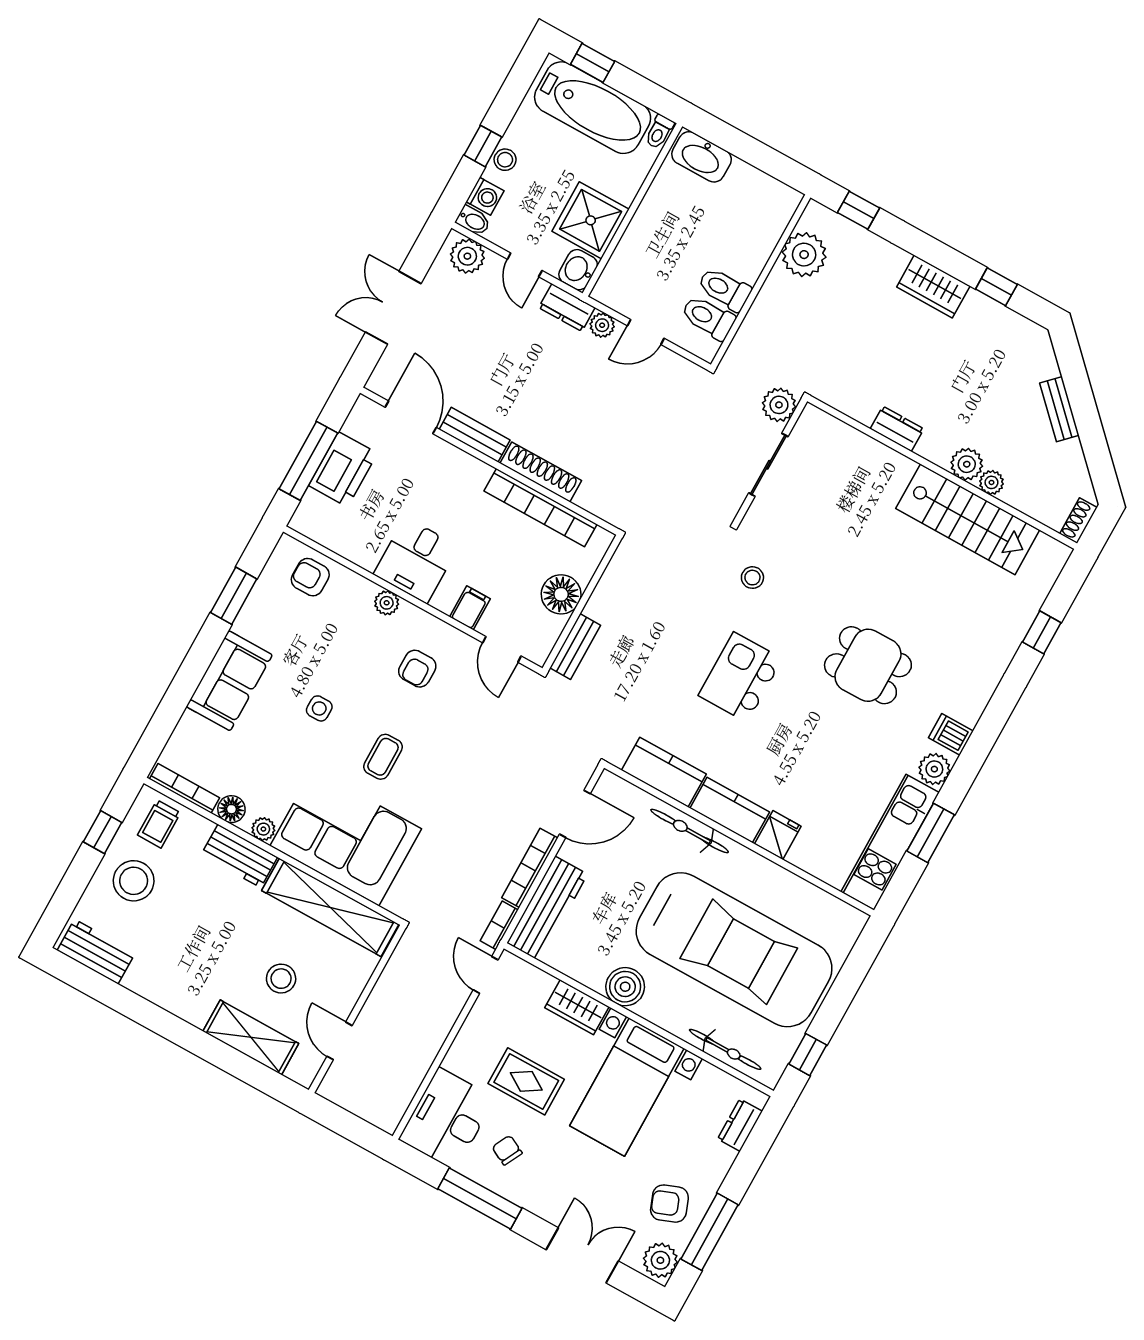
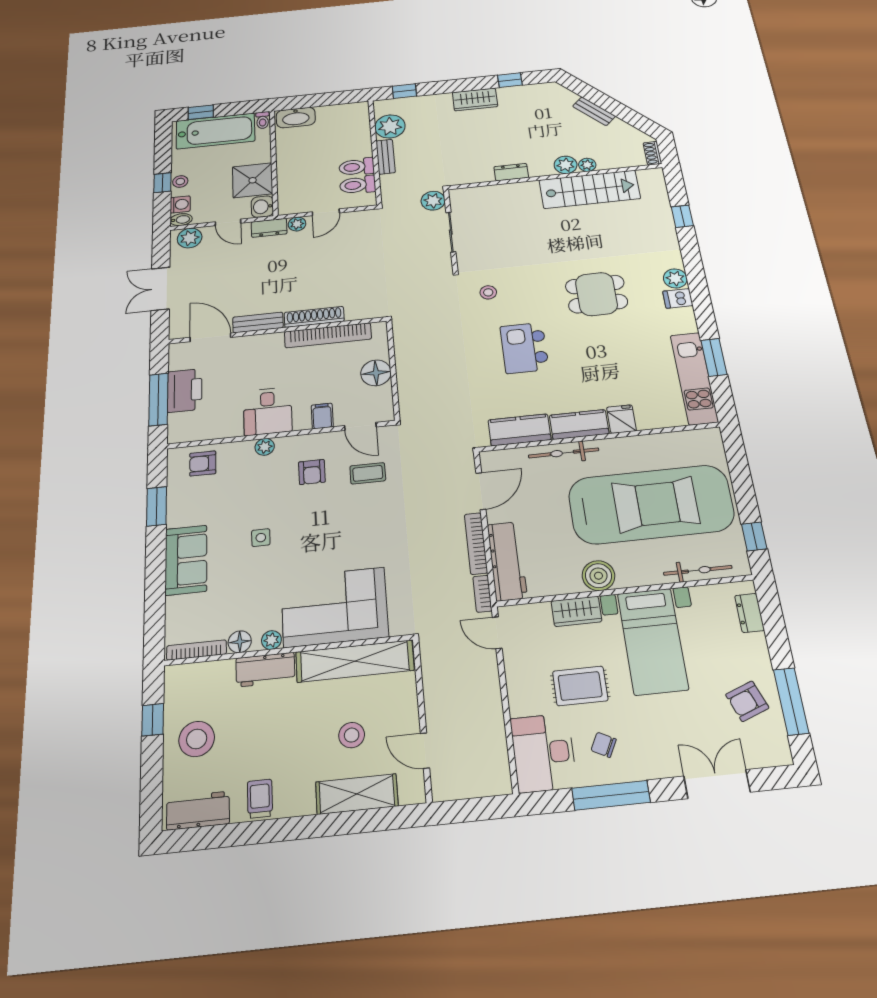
bench: (575, 646) -> (386, 157), moved
coffee table: (383, 757) -> (368, 473), moved, turned 90
plant: (934, 769) -> (675, 278), moved
trolley: (159, 824) -> (260, 799), moved, turned 180
plant: (660, 1260) -> (775, 747), removed

